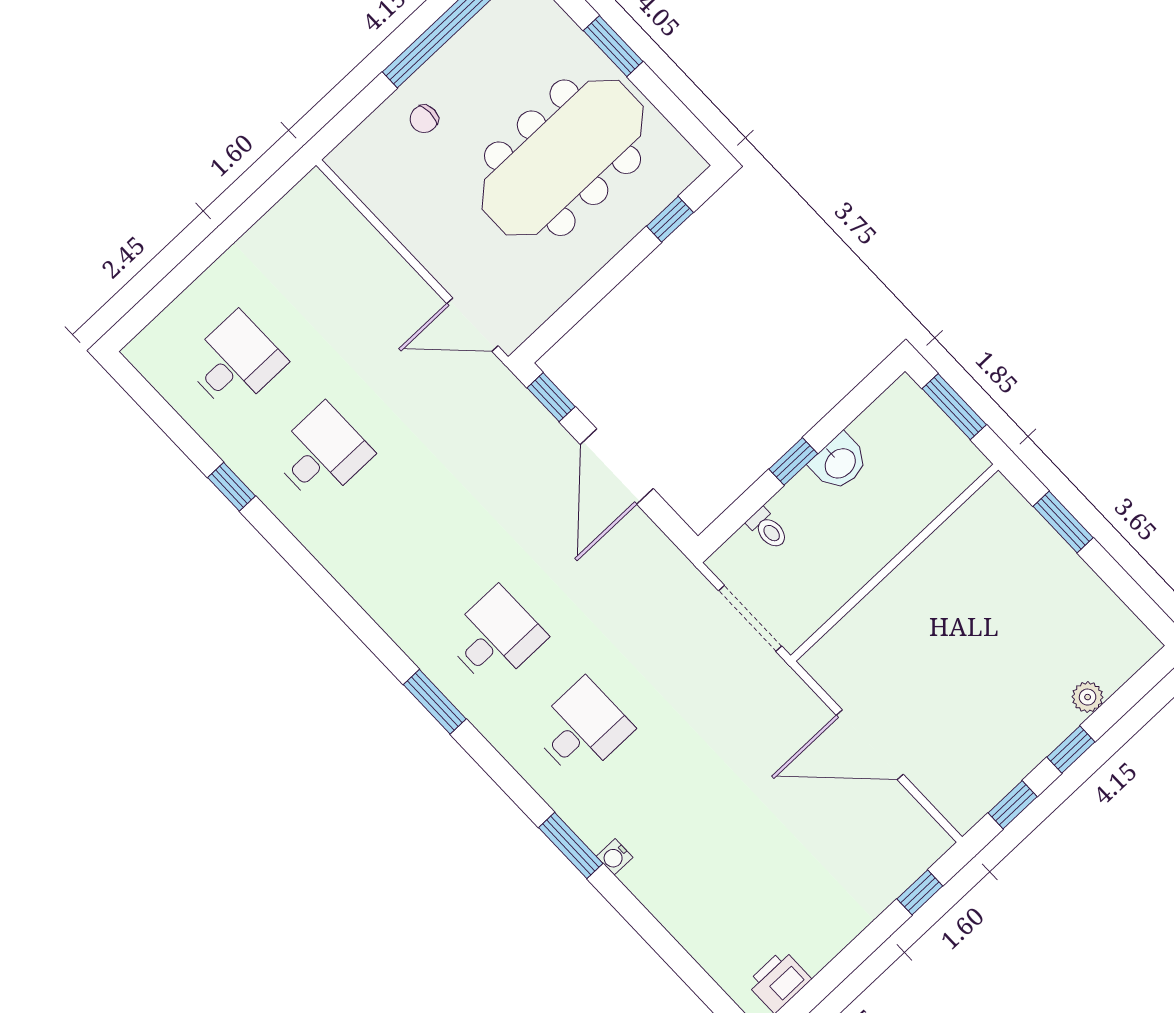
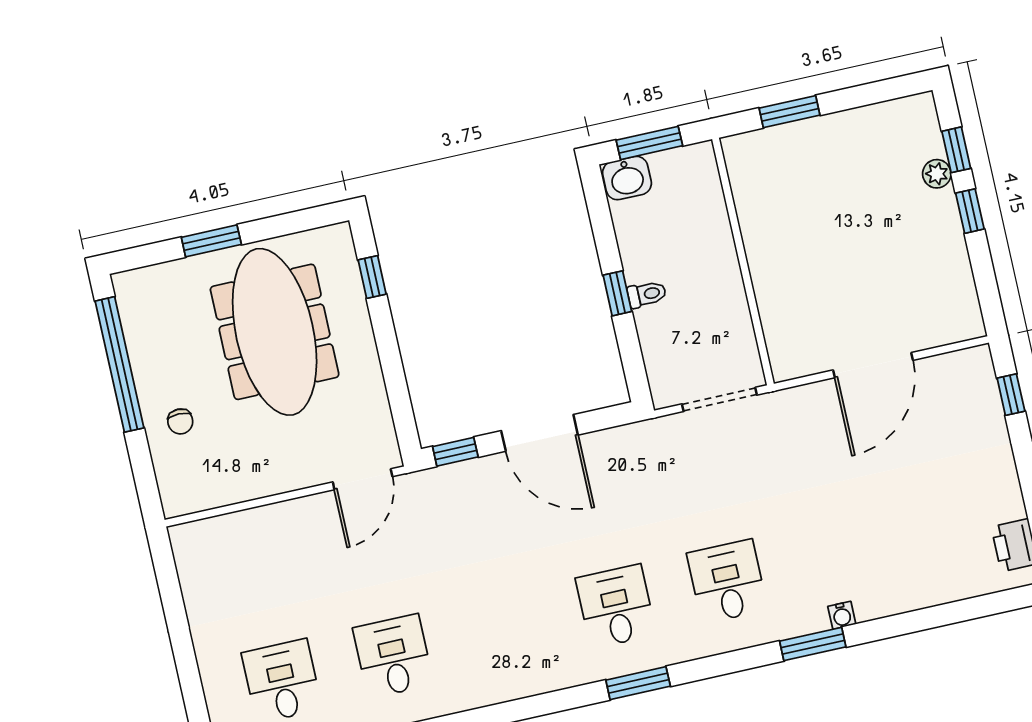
washbasin: (839, 462) -> (627, 178), moved, turned 90
toilet: (768, 529) -> (647, 294), moved
window: (1013, 805) -> (956, 150), moved

